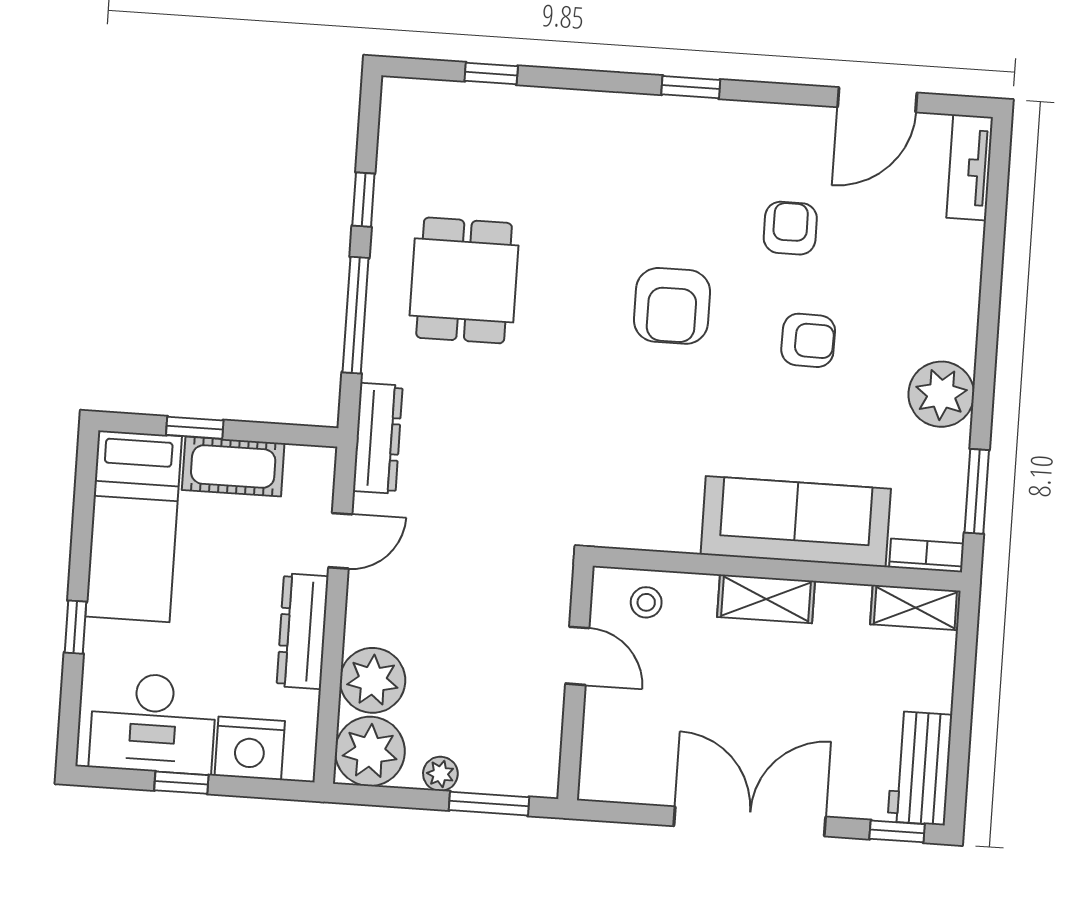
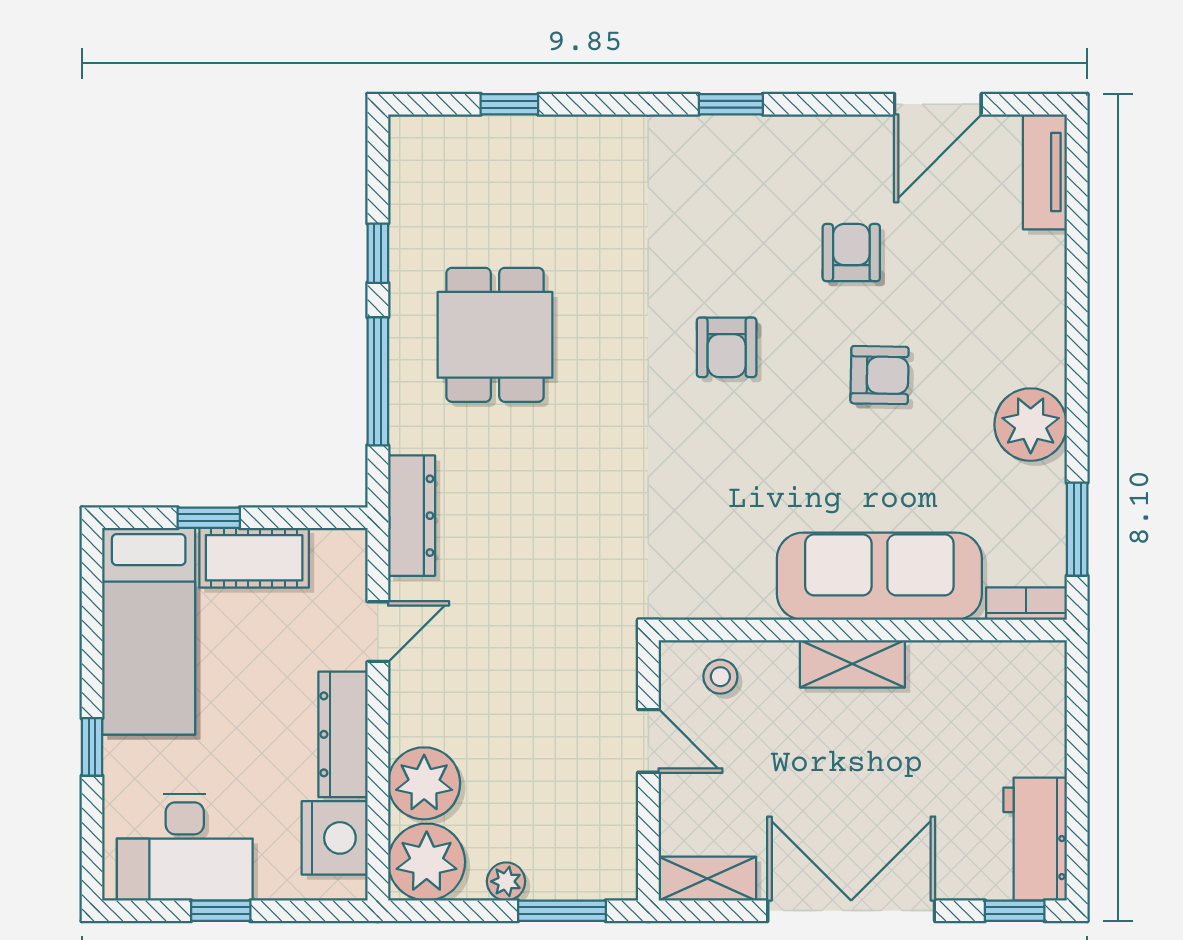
armchair: (672, 306) -> (727, 347), width x0.72, depth x0.72
shelving: (915, 608) -> (707, 879), moved
nightstand: (250, 748) -> (335, 838), moved, turned -90

